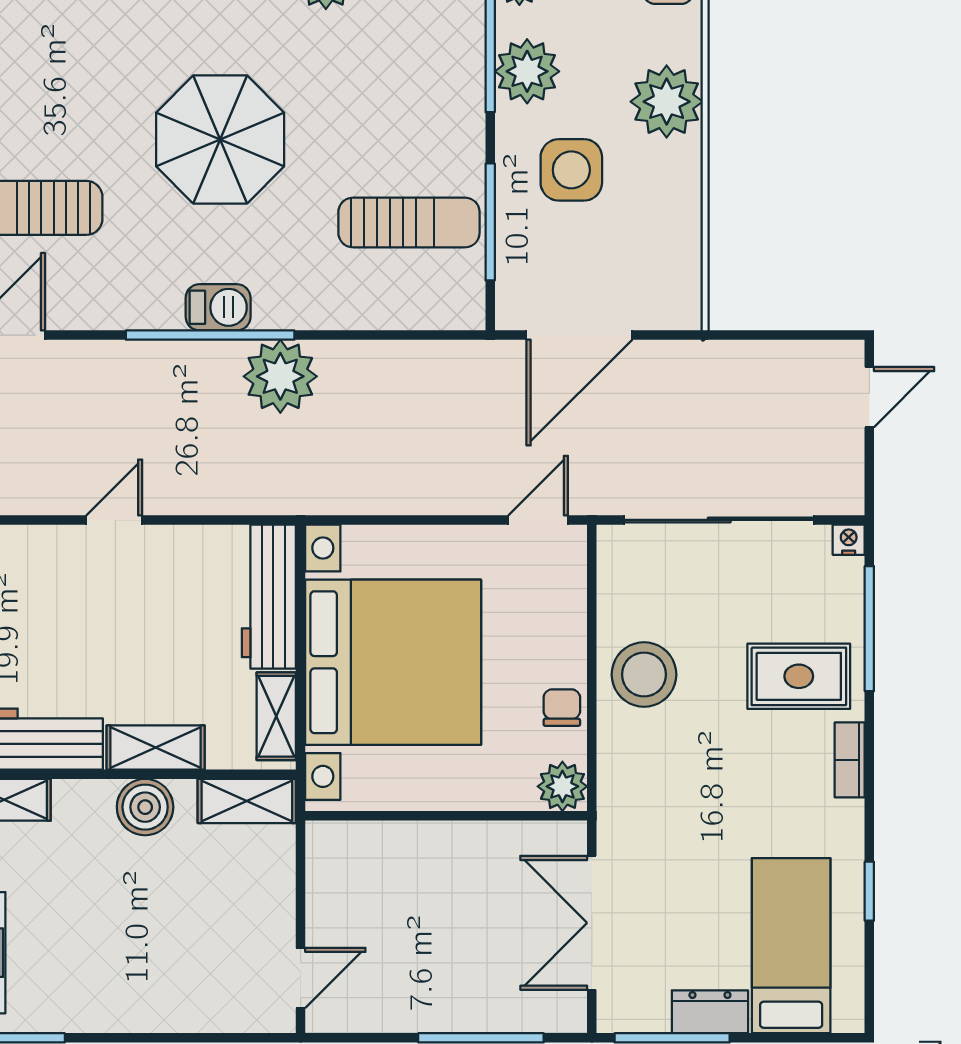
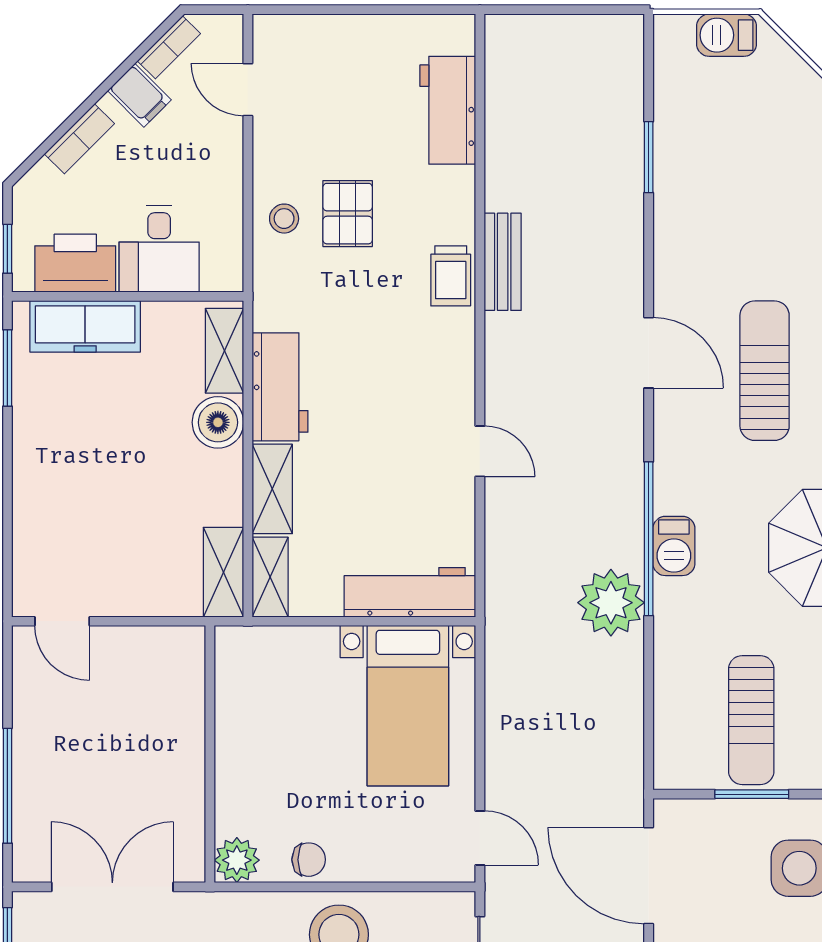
window: (490, 222) -> (752, 794), width x0.69
bed with nightstands: (393, 662) -> (408, 706), width x0.54
shelving: (276, 716) -> (270, 577), moved, turned 90
boiler: (145, 807) -> (218, 422), moved

